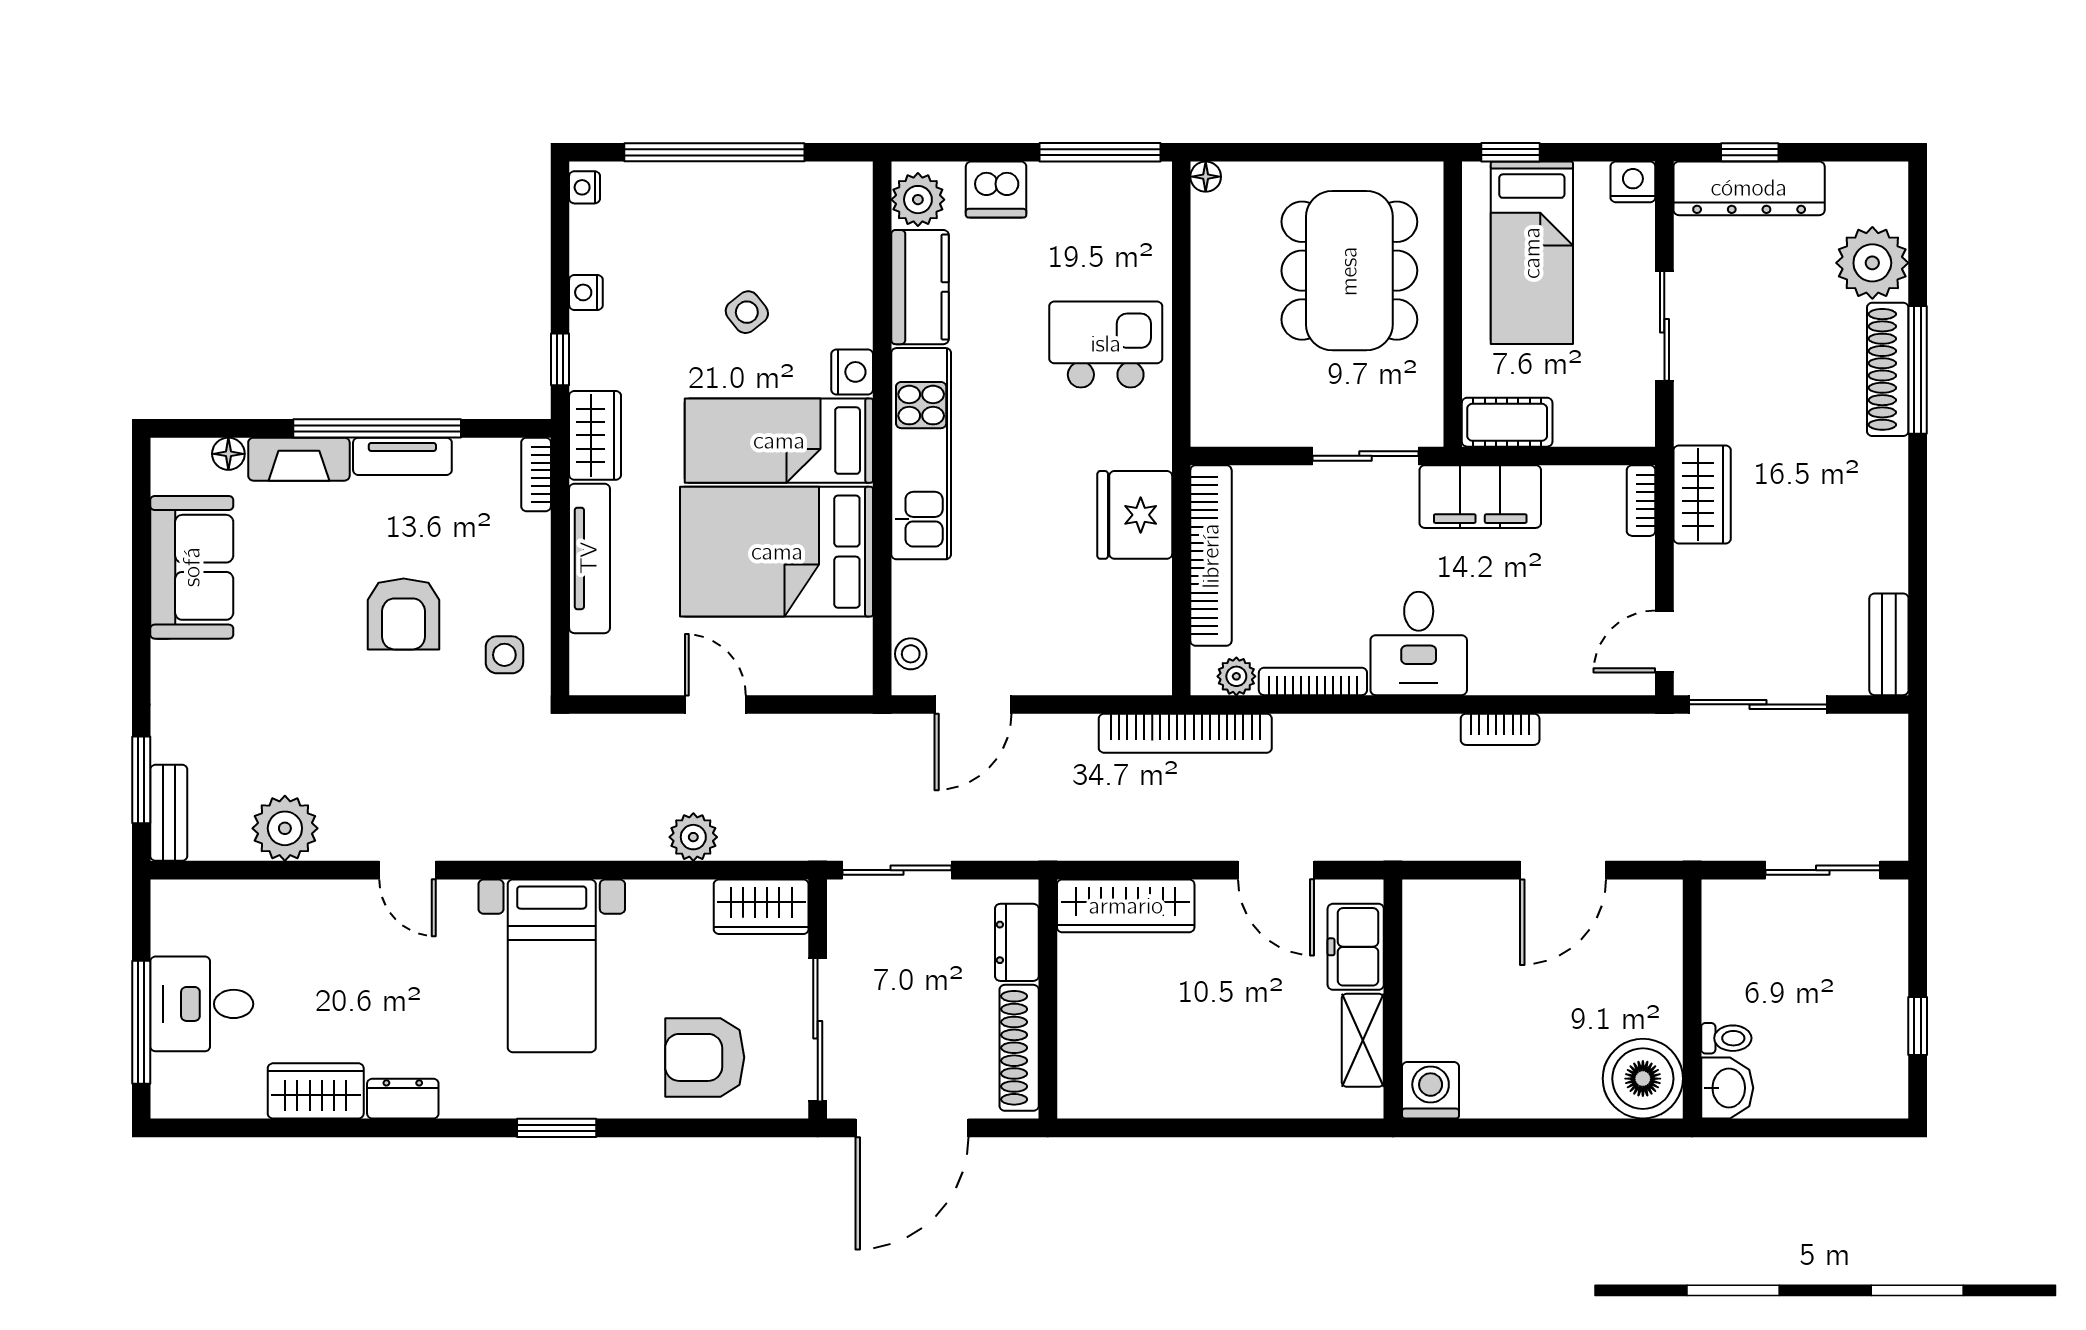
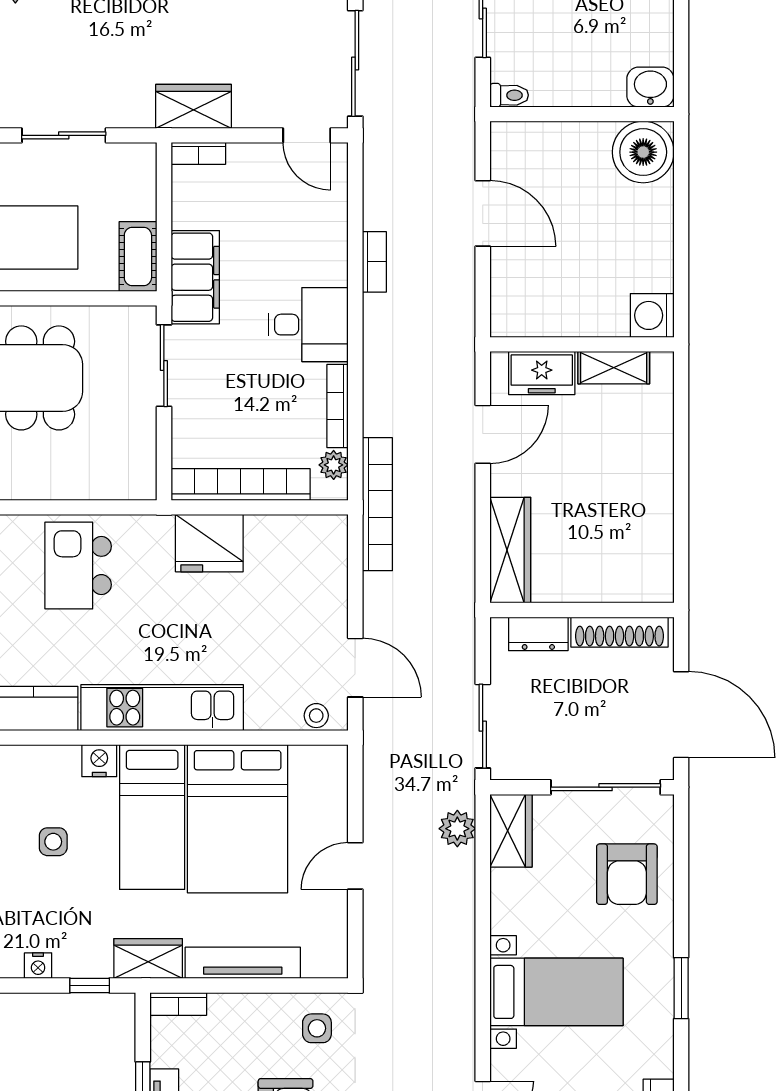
side table: (747, 312) -> (53, 842), turned 38
plant: (693, 837) -> (457, 829), moved
toilet: (1726, 1038) -> (509, 95), moved, turned 90

